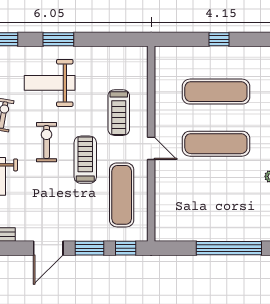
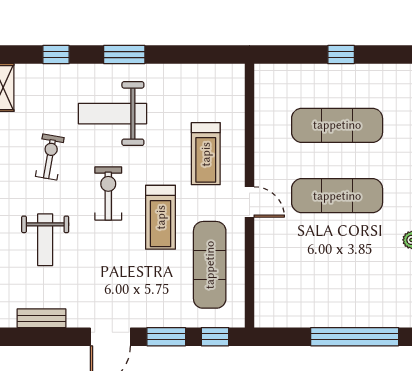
treadmill: (85, 160) -> (161, 217), turned 180

